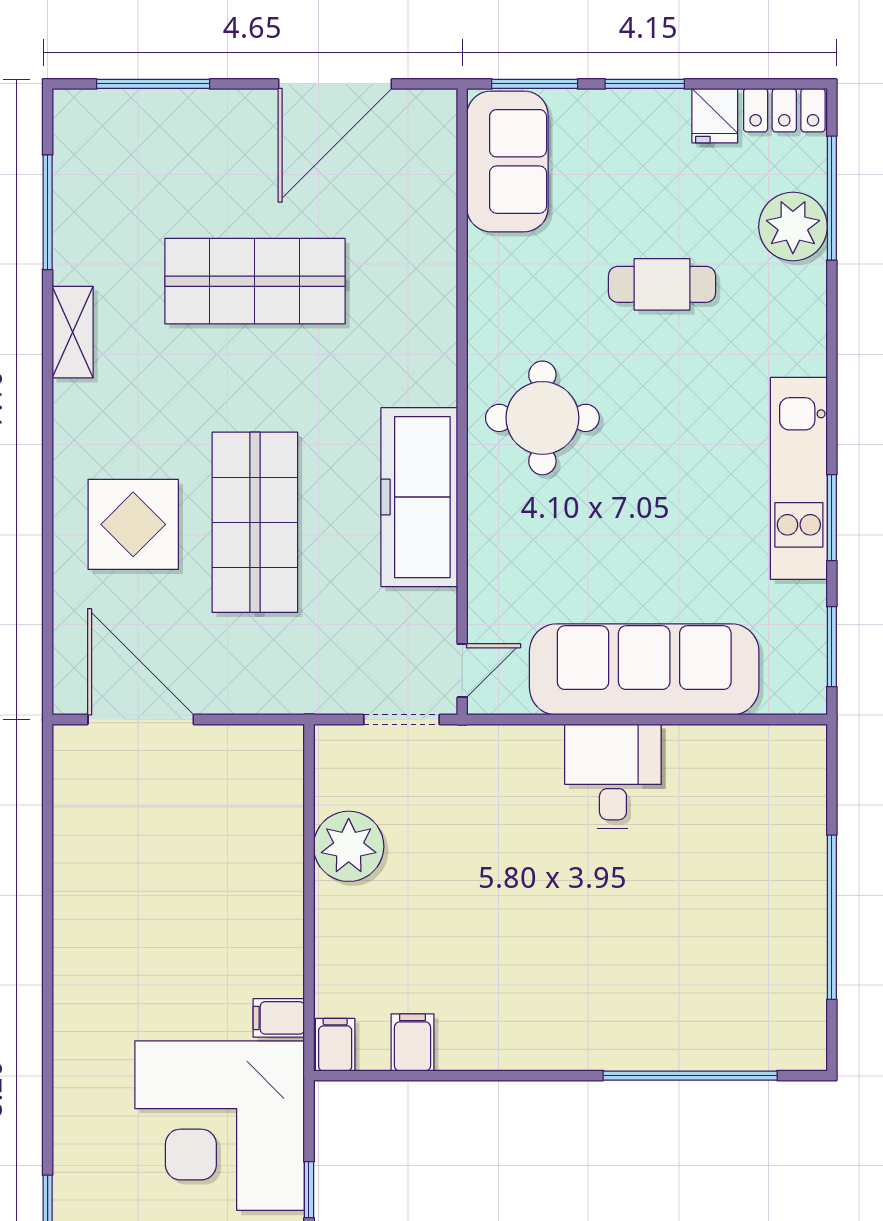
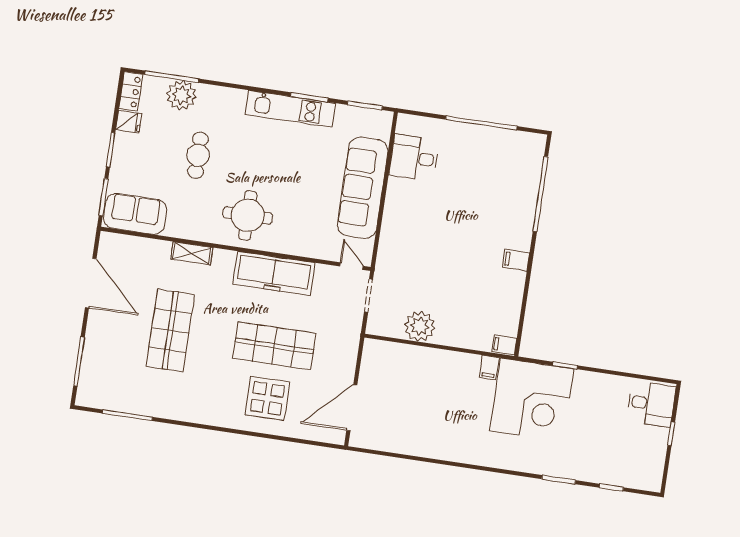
shelving: (73, 332) -> (192, 253), moved
desk: (613, 776) -> (414, 158), moved
filing cabinet: (412, 1042) -> (516, 260), moved

